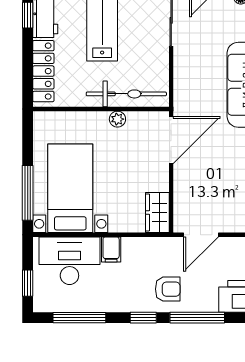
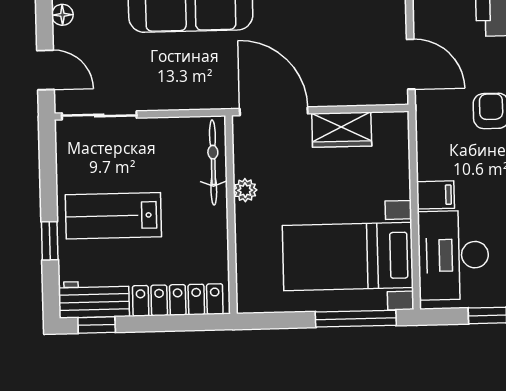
bicycle: (126, 94) -> (213, 162), width x0.73, depth x0.71
wardrobe: (157, 212) -> (342, 130), moved

